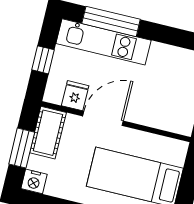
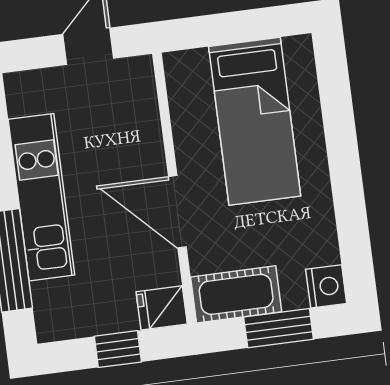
kitchen unit: (103, 42) -> (41, 197), moved
fridge: (75, 96) -> (162, 308), moved

